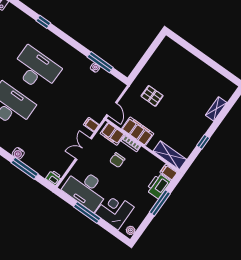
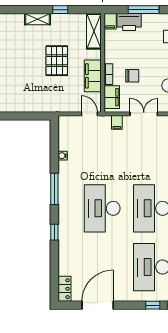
window: (100, 62) -> (54, 189), moved
pallet: (152, 96) -> (57, 61), moved, width x1.50, depth x1.42
door: (112, 109) -> (89, 114), hinge flipped
shelving: (216, 109) -> (38, 19), moved
double door: (83, 149) -> (144, 114), swing flipped

